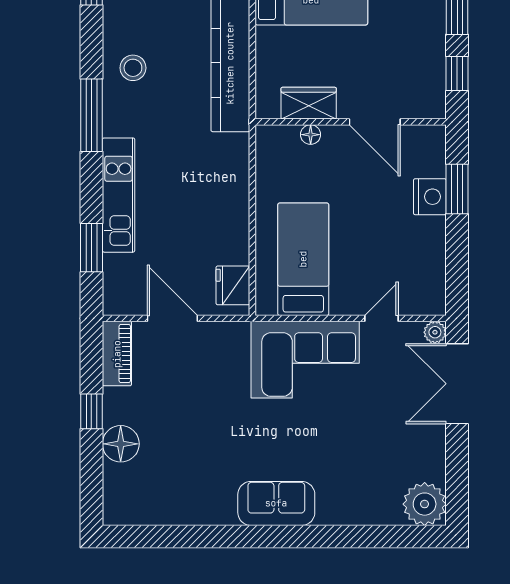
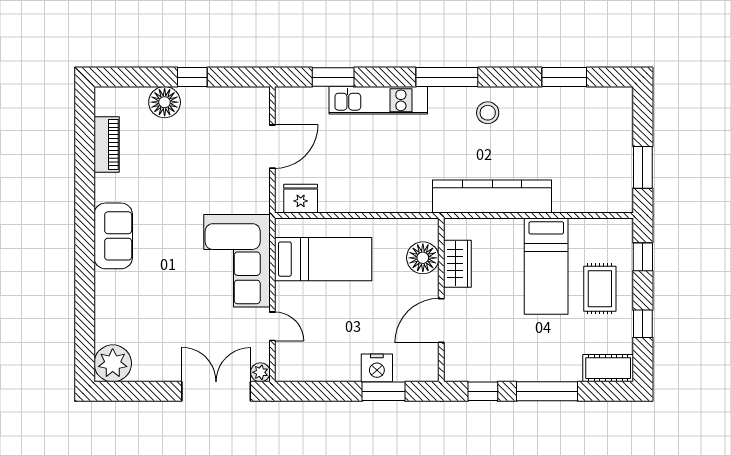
floor lamp: (311, 135) -> (423, 258), width x1.89, depth x1.89
piano: (117, 354) -> (107, 144), moved, turned -90

